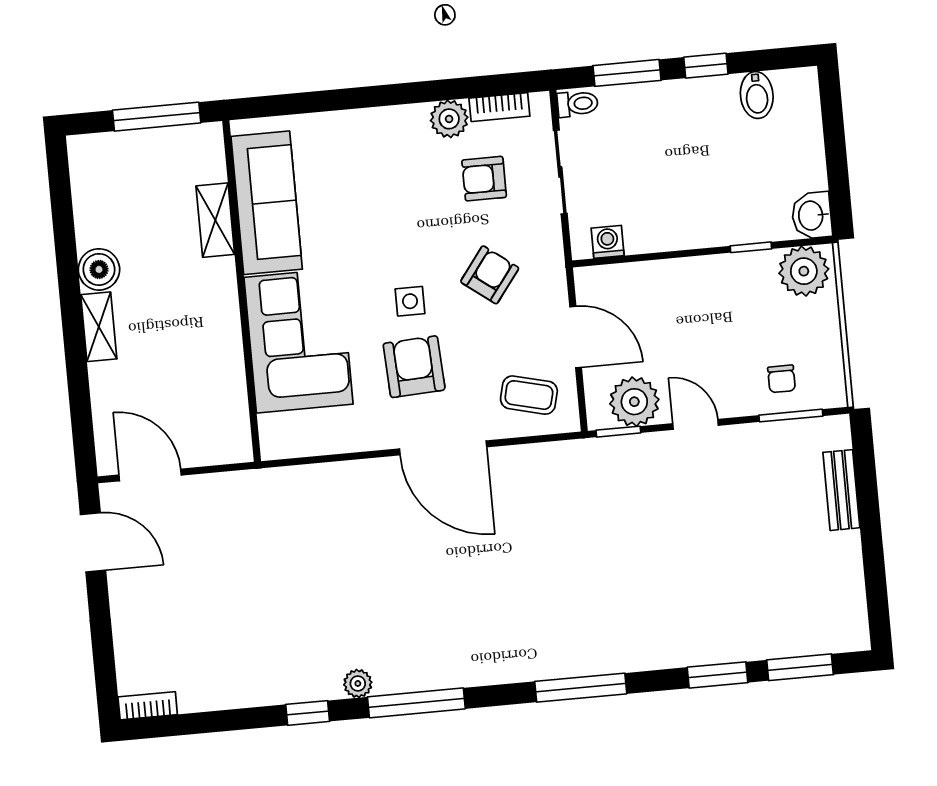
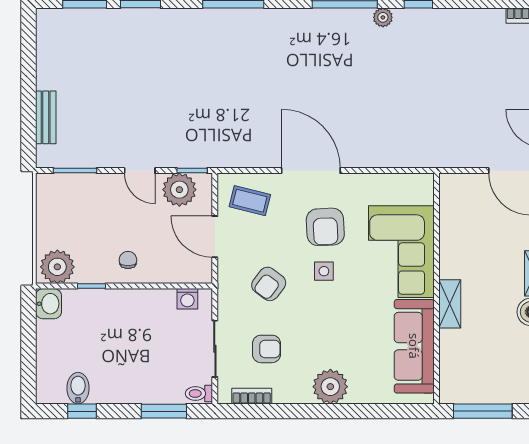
window: (706, 66) -> (82, 411), moved
plant: (449, 119) -> (330, 387), moved, width x1.36, depth x1.36
shelving: (215, 220) -> (450, 304), moved
chair: (782, 379) -> (128, 260), moved

